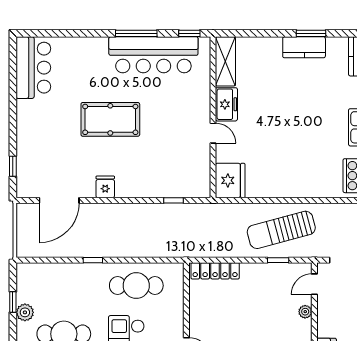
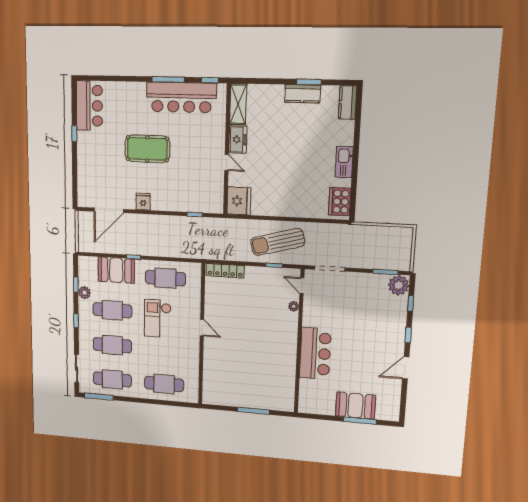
window: (13, 166) -> (74, 134), moved
booth: (69, 279) -> (116, 270), added
door: (314, 284) -> (302, 286), hinge flipped

